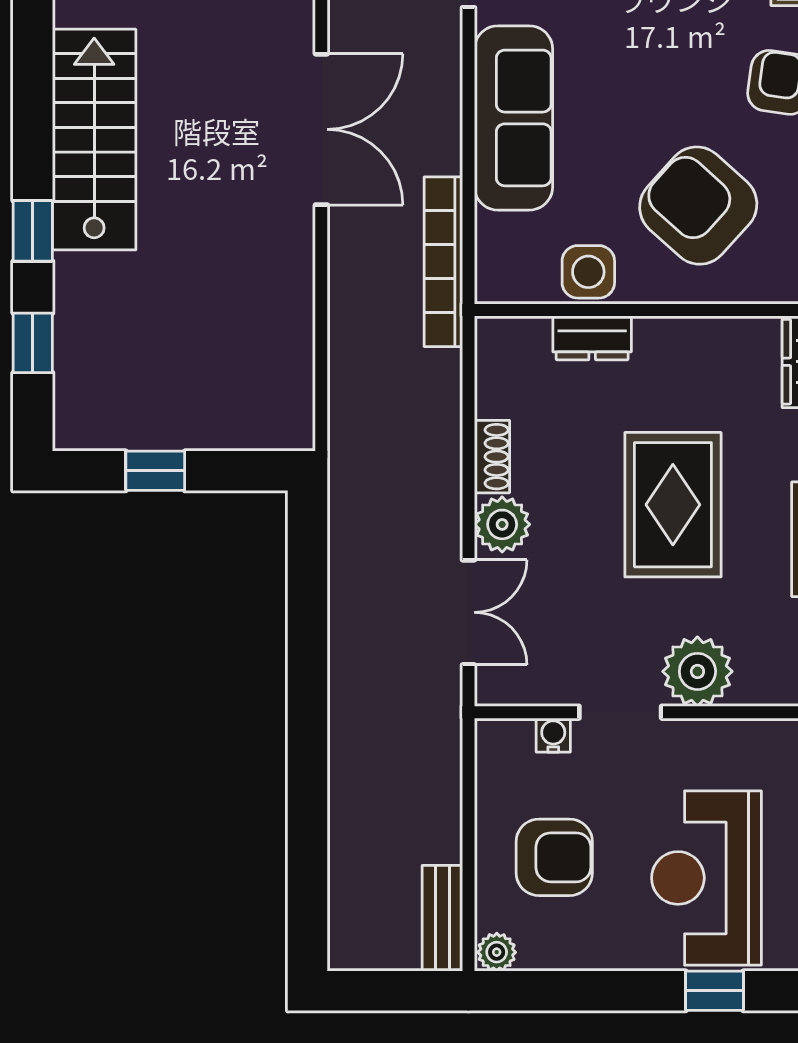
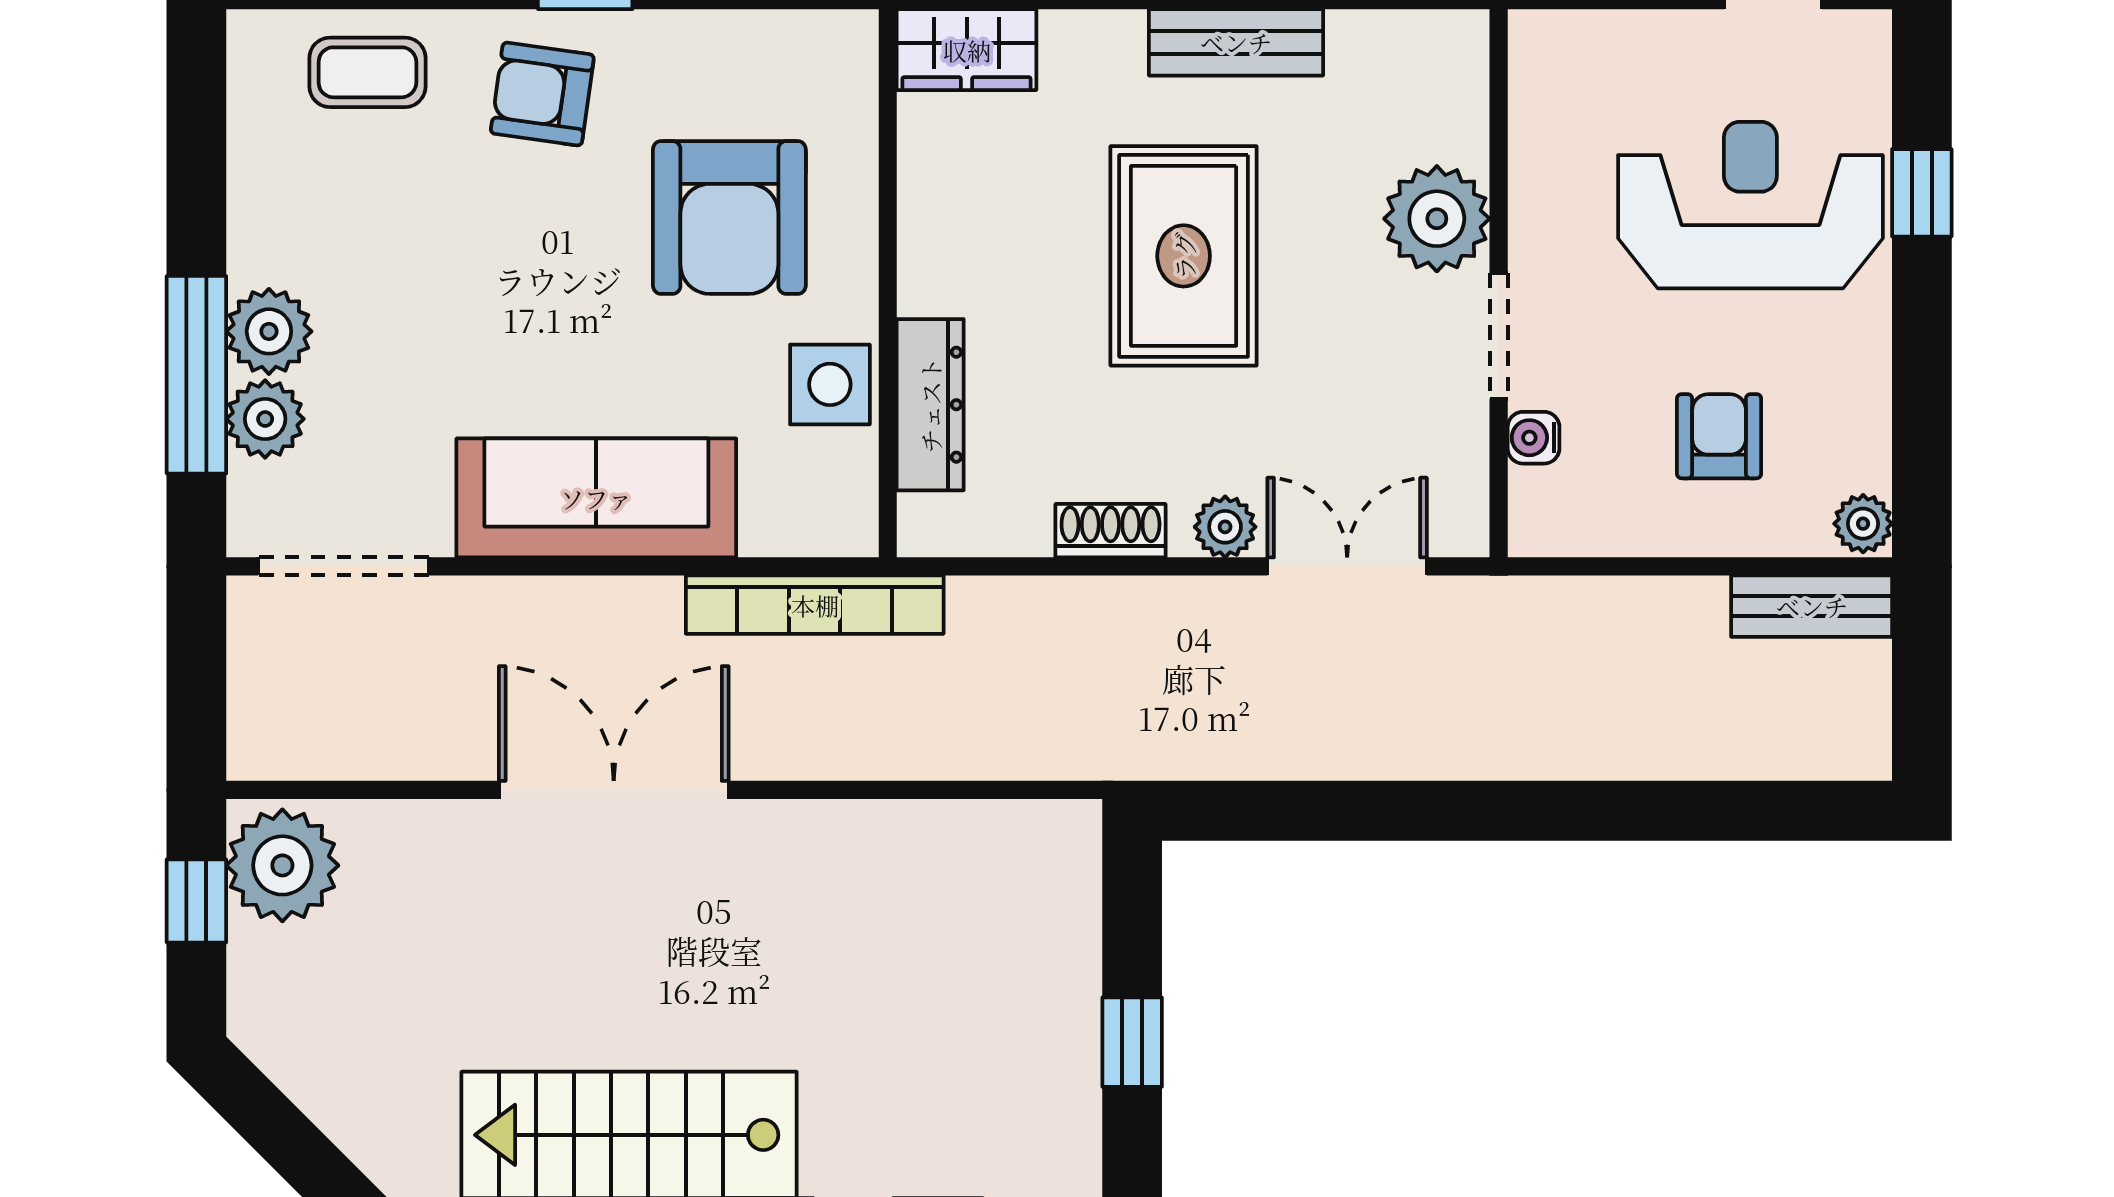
armchair: (698, 206) -> (729, 217), turned -42
dresser: (592, 338) -> (930, 405), width x1.44
rug: (673, 505) -> (1184, 256), turned 90
plant: (502, 524) -> (1225, 527), width x0.73, depth x0.73
armchair: (554, 857) -> (1719, 436), width x0.72, depth x0.72
reception desk: (706, 878) -> (1750, 205), turned 180

